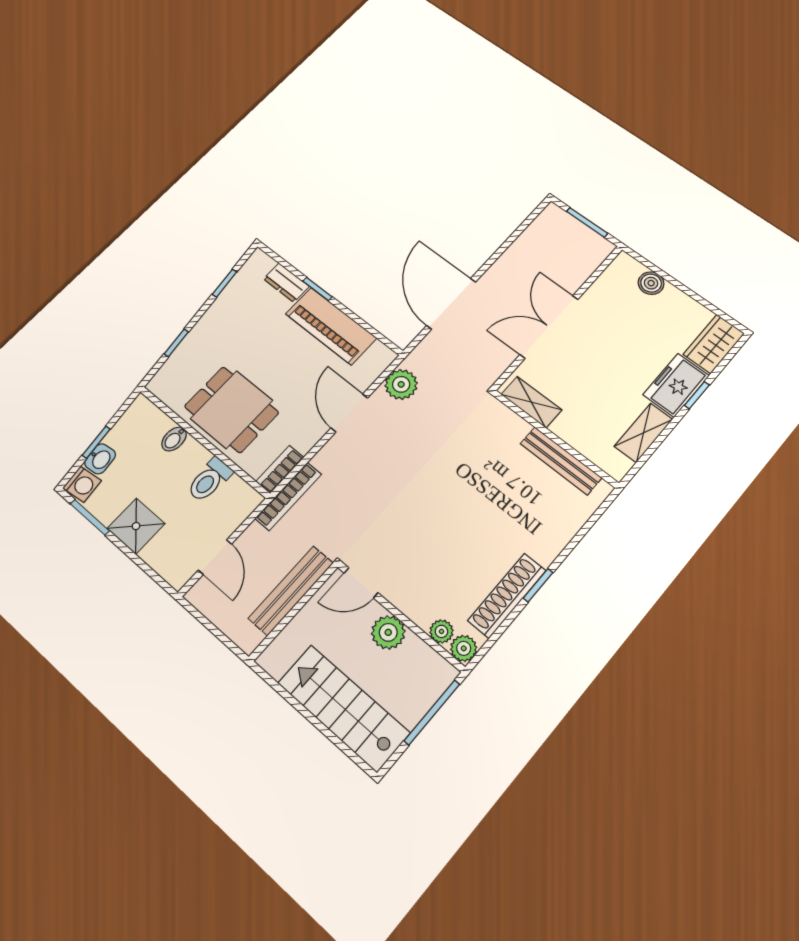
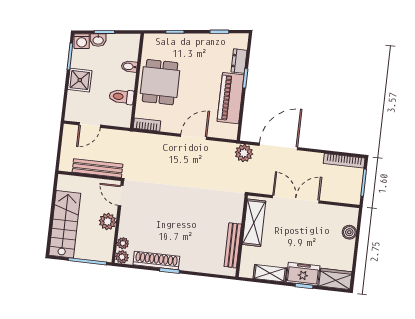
plant: (401, 384) -> (244, 153), moved
shelving: (531, 402) -> (254, 223), width x1.50, depth x1.33
bookcase: (288, 496) -> (344, 161), moved

